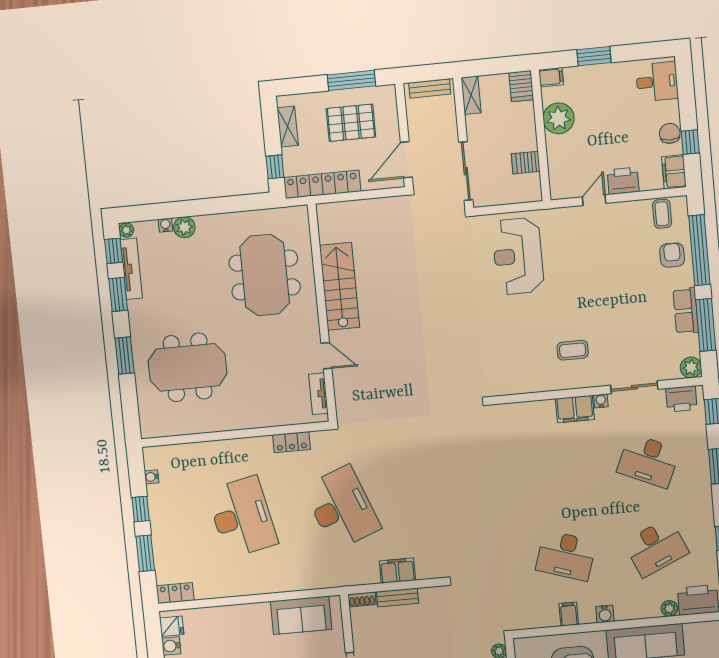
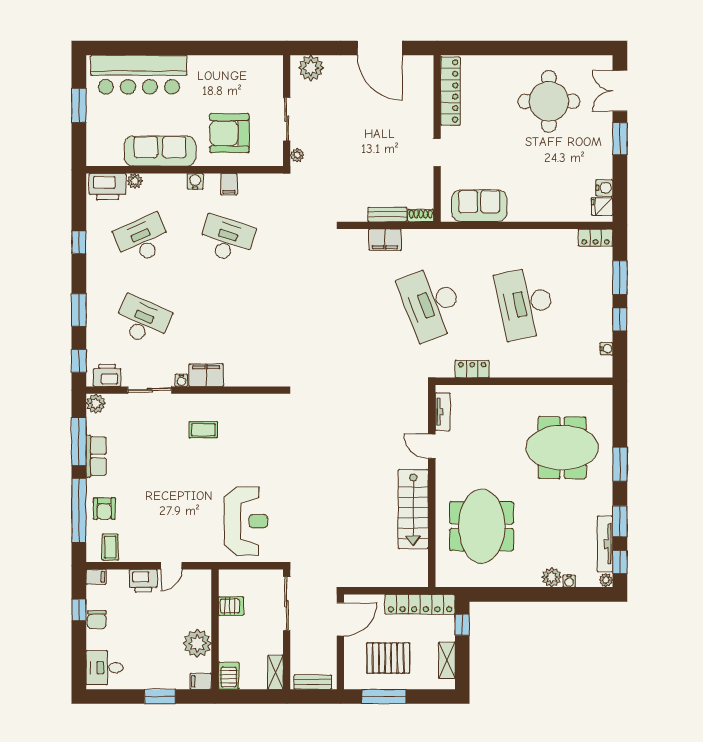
filing cabinet: (674, 172) -> (96, 577), width x0.50

